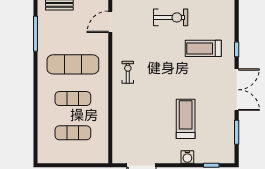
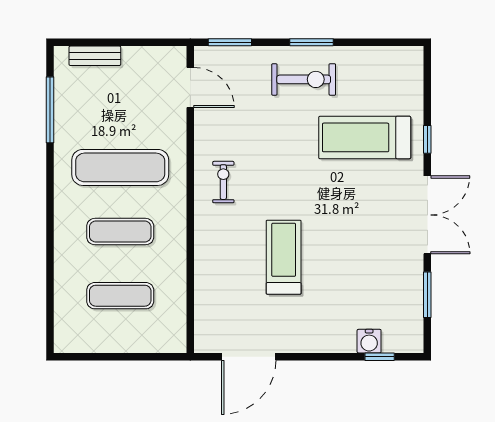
door: (110, 22) -> (190, 87), swing flipped
treadmill: (203, 48) -> (365, 137), width x1.37, depth x1.38
treadmill: (186, 119) -> (284, 257), moved
water cooler: (187, 157) -> (369, 341), moved

